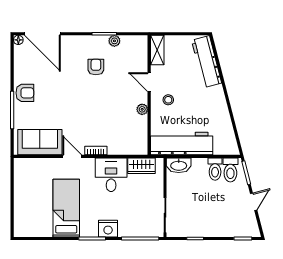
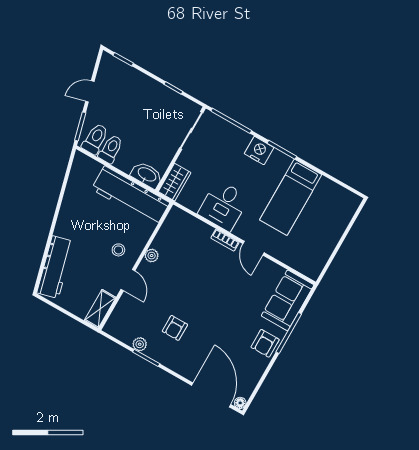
armchair: (25, 93) -> (265, 343), turned -90
sofa: (40, 142) -> (288, 300), moved, turned 90
wardrobe: (142, 166) -> (175, 182), moved, turned 90

